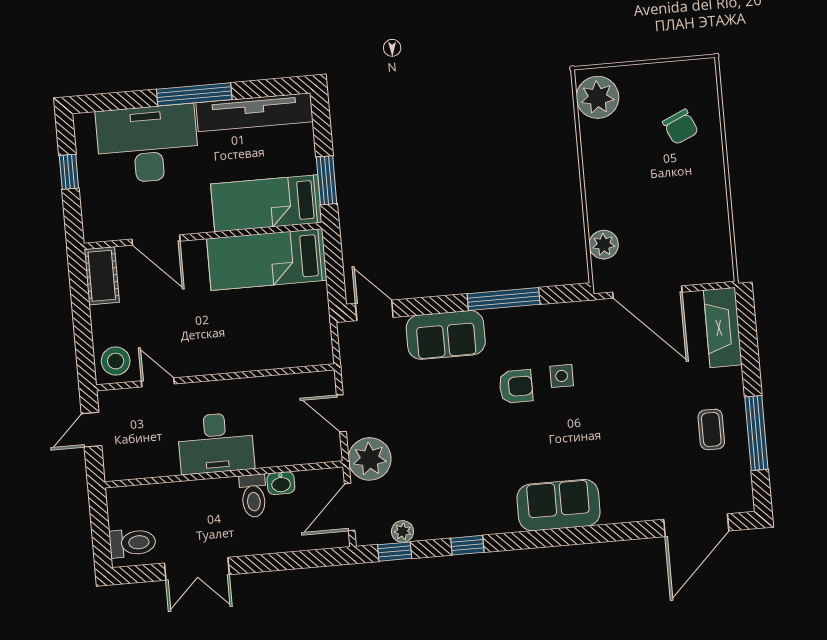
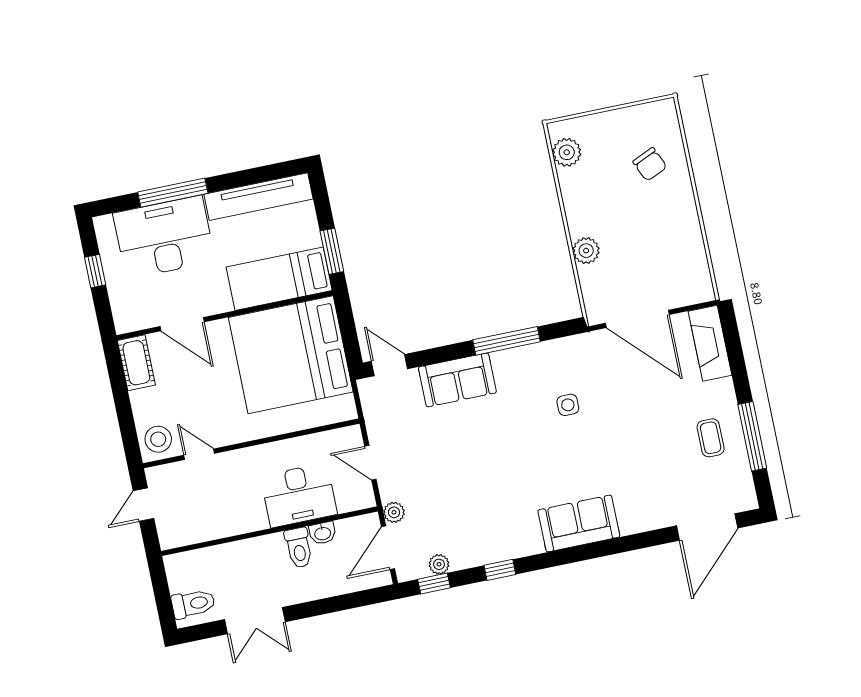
window: (194, 94) -> (173, 193), moved
plant: (598, 97) -> (567, 152), width x0.73, depth x0.73
plant: (604, 245) -> (586, 251), moved
bed: (267, 259) -> (291, 355), width x2.04
armchair: (516, 386) -> (527, 419), removed
desk: (216, 443) -> (299, 495), moved
plant: (370, 459) -> (394, 512), width x0.53, depth x0.53

